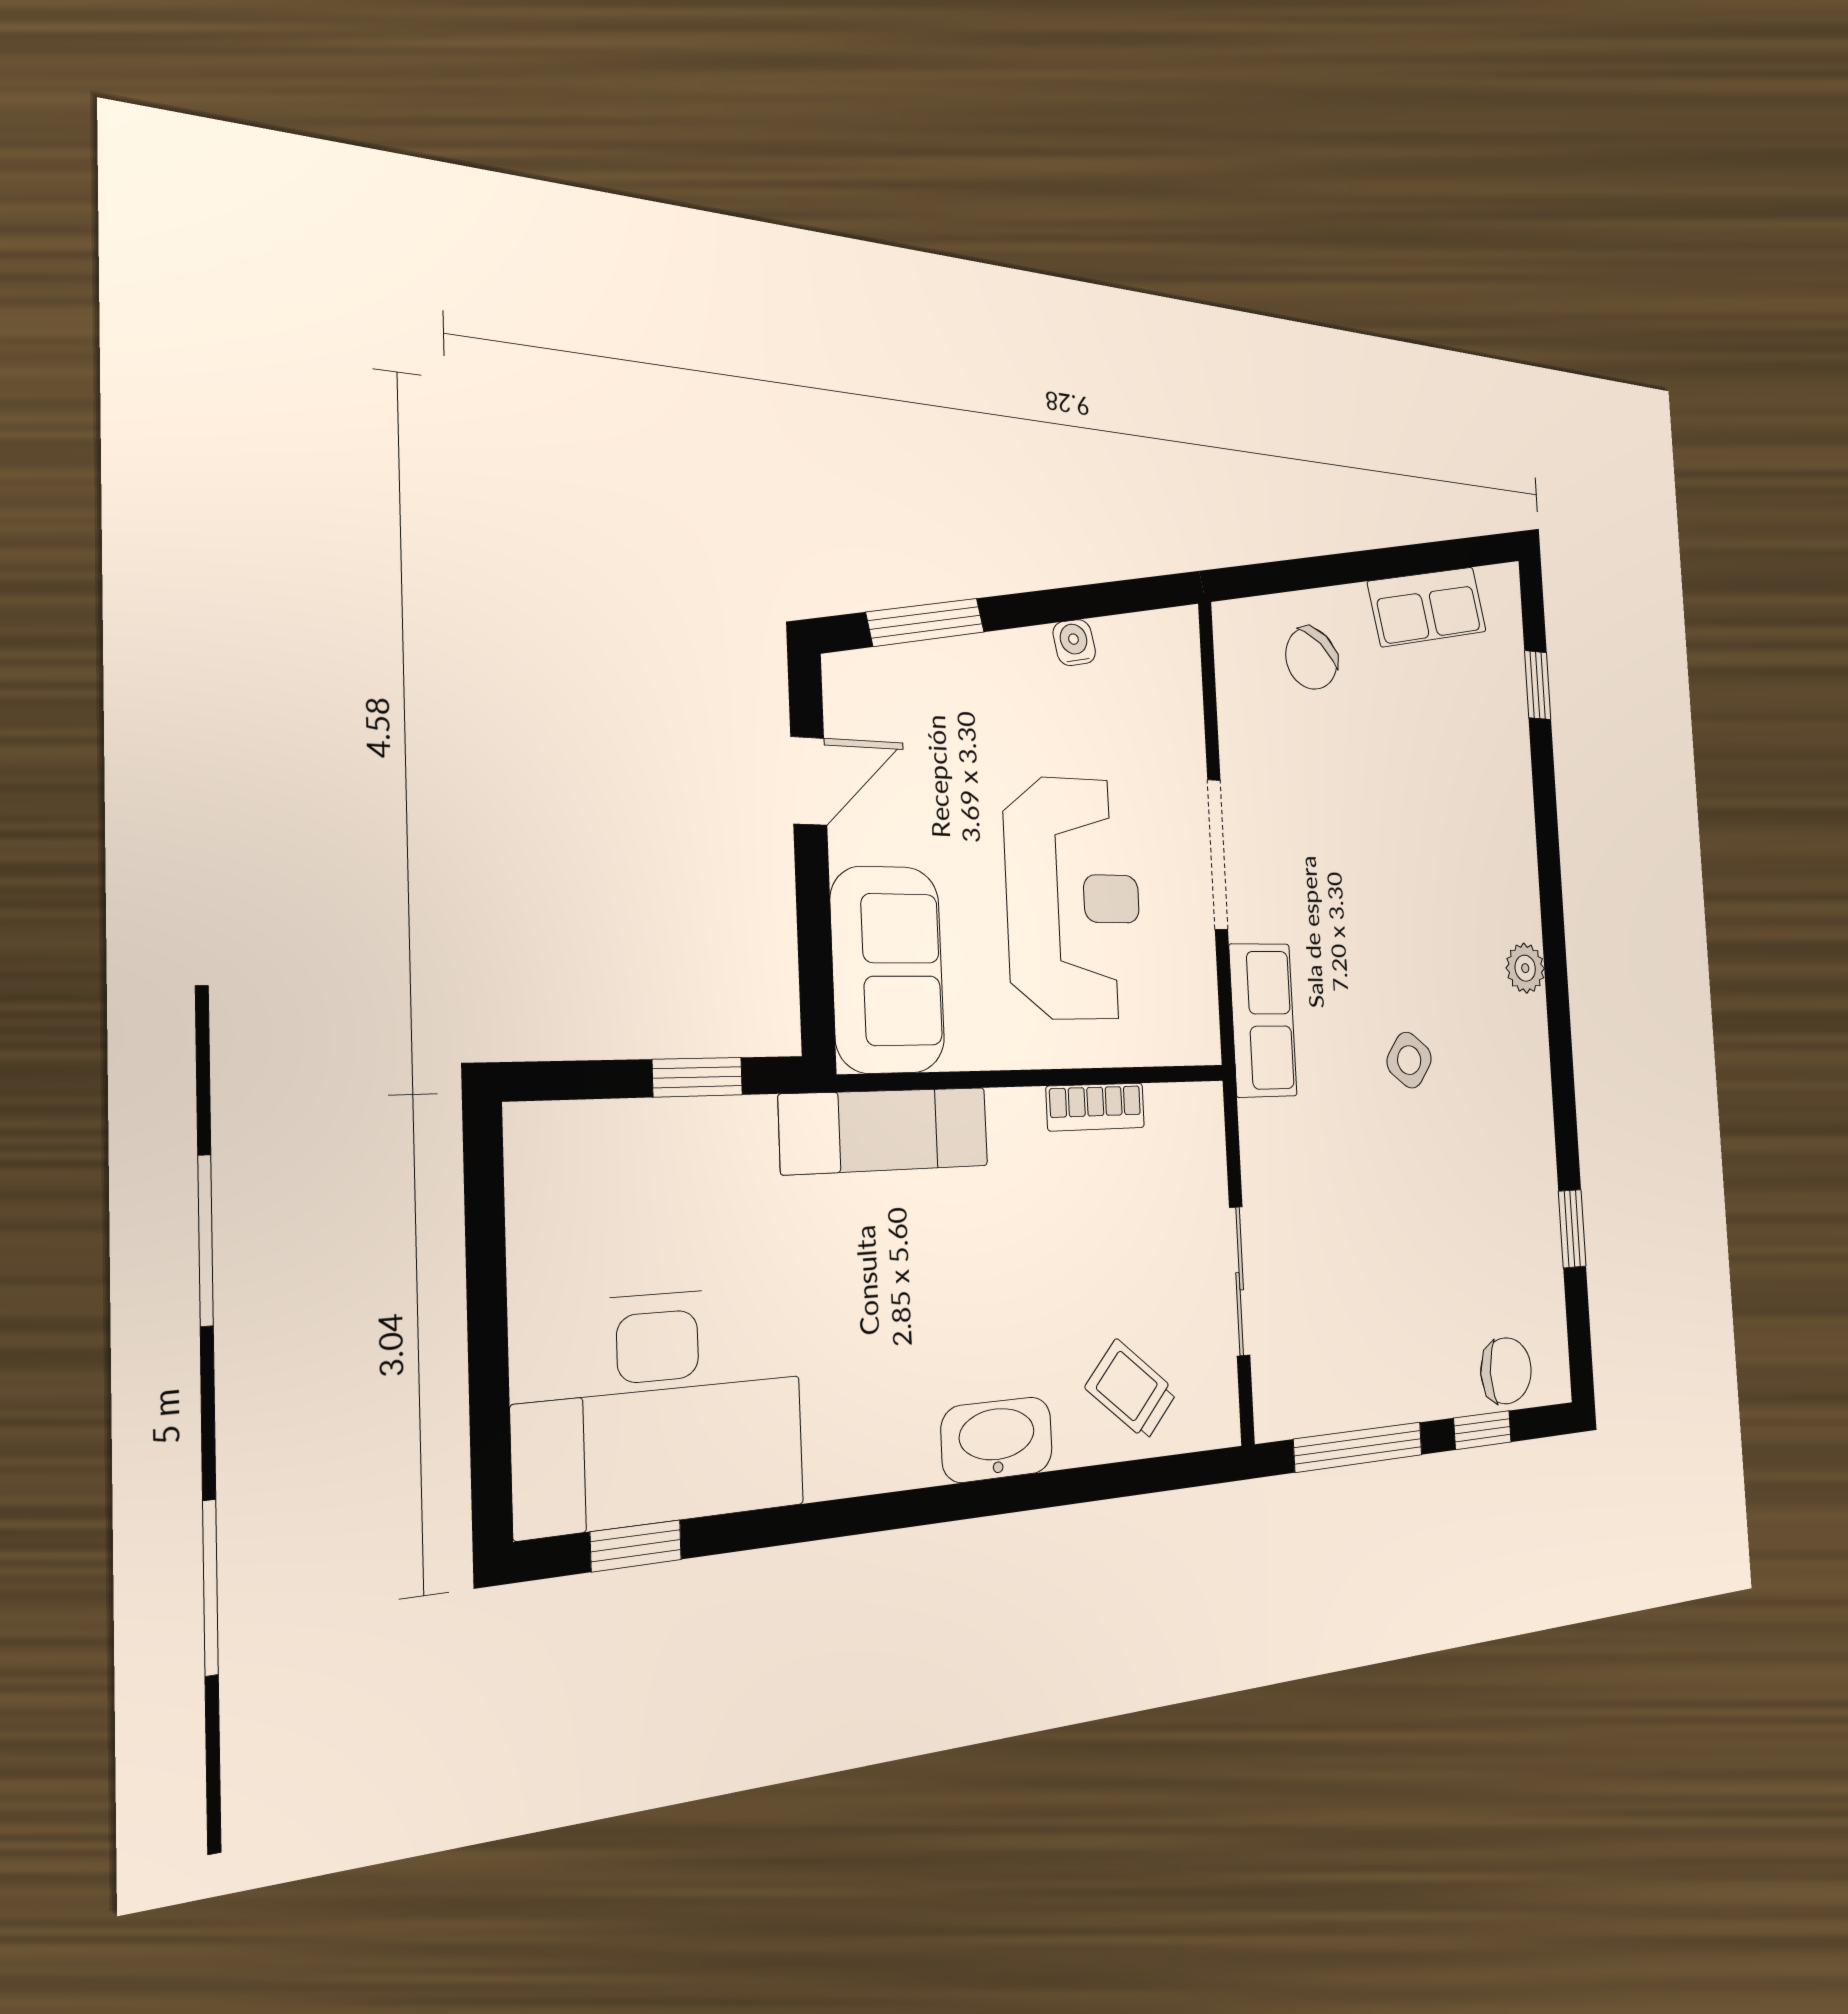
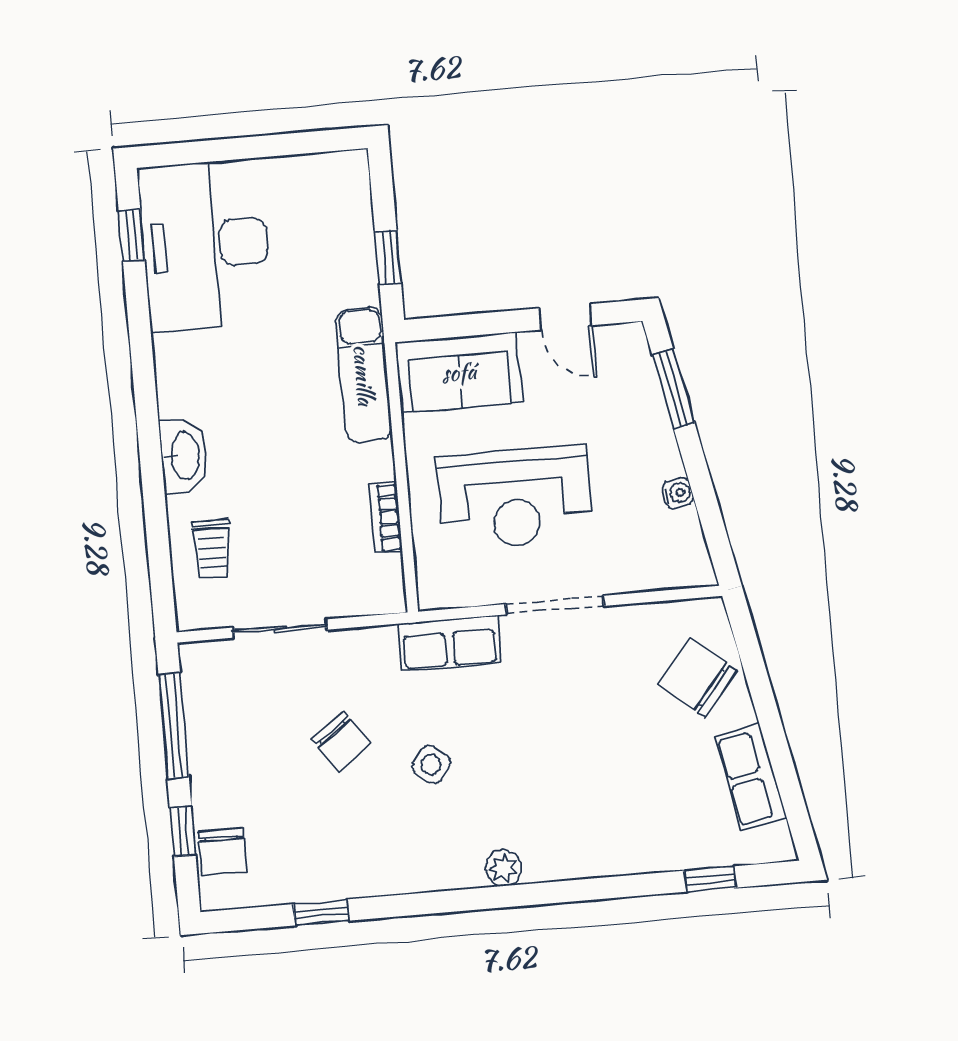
chair: (1311, 658) -> (698, 678), width x1.37, depth x1.37
chair: (1381, 1192) -> (341, 741), added
trolley: (1131, 1390) -> (212, 549), turned 139

